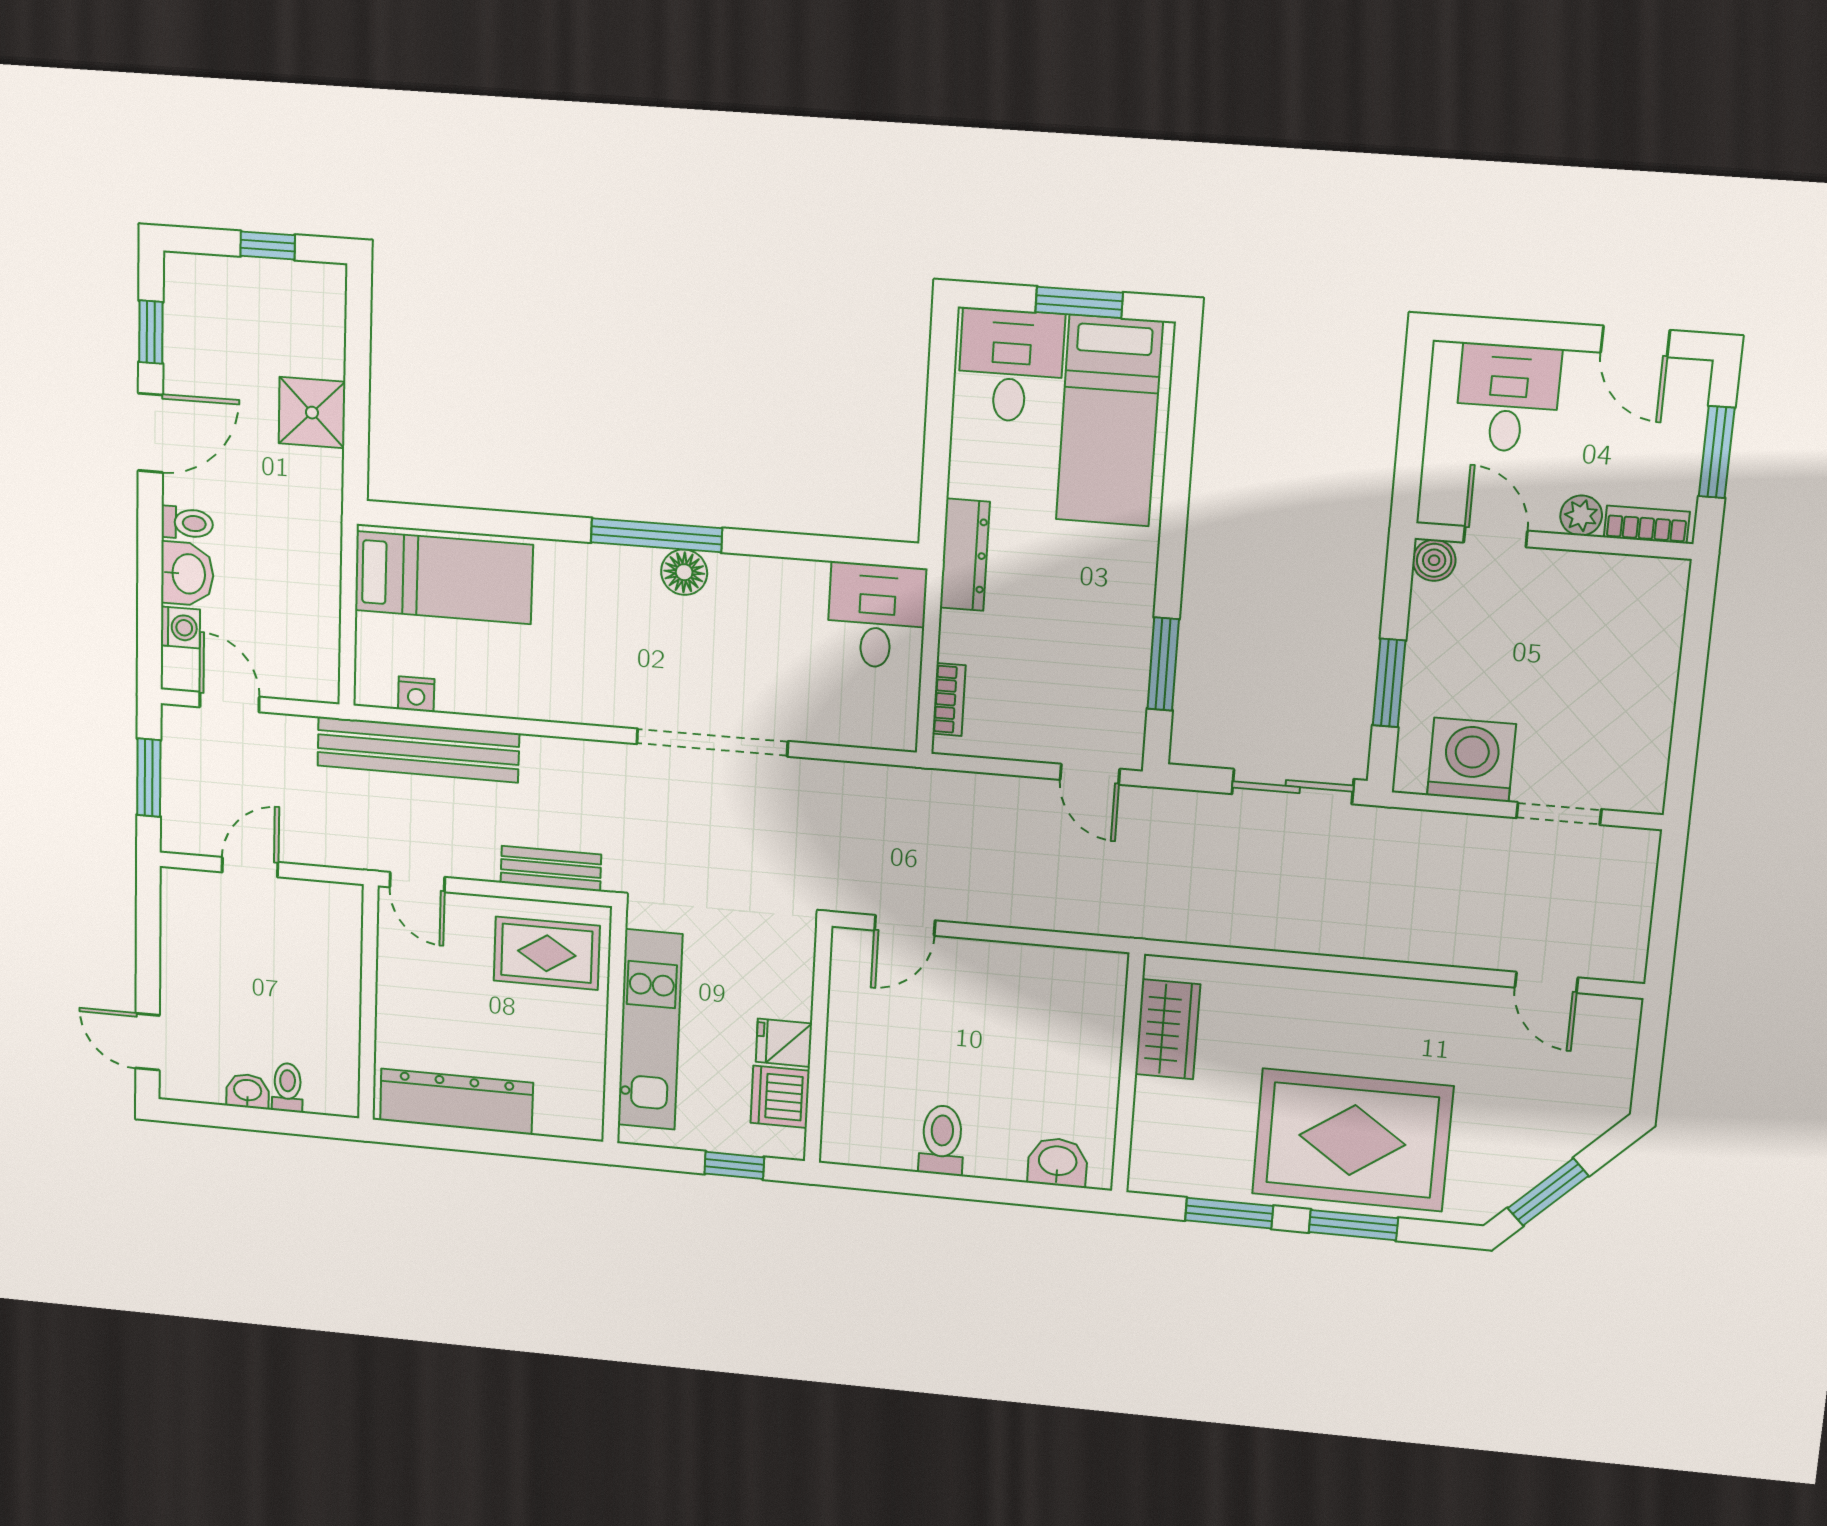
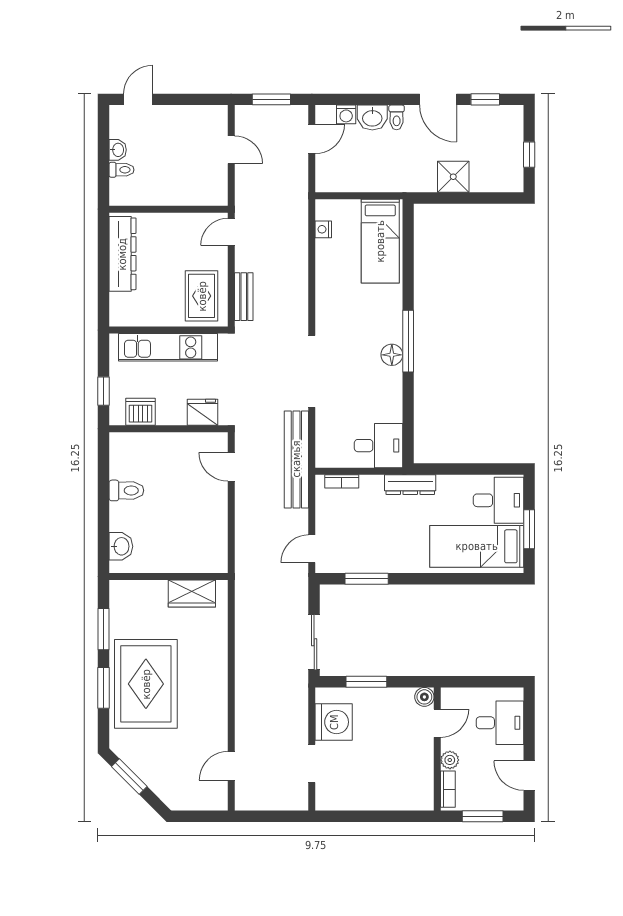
door: (1635, 341) -> (529, 776), hinge flipped
bench: (418, 750) -> (296, 459), moved
fridge: (784, 1043) -> (203, 412), moved, width x1.38

